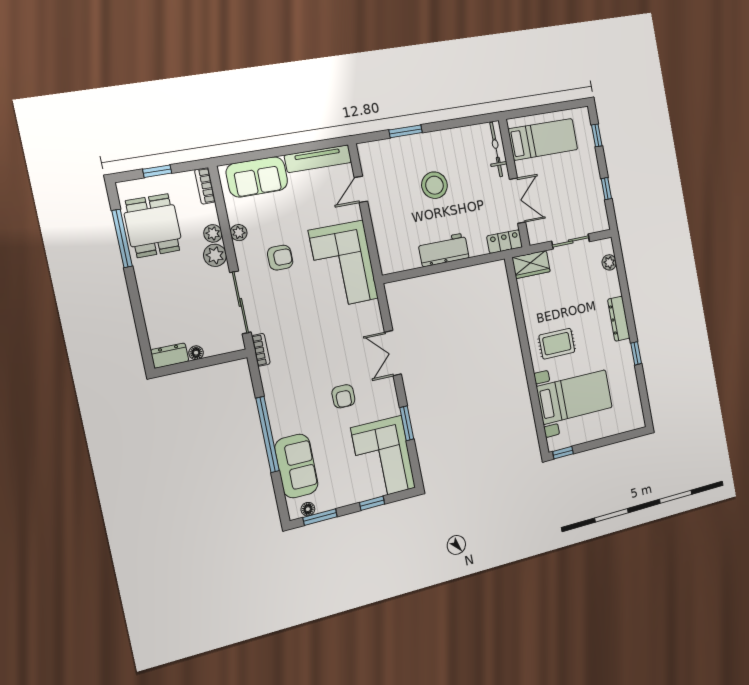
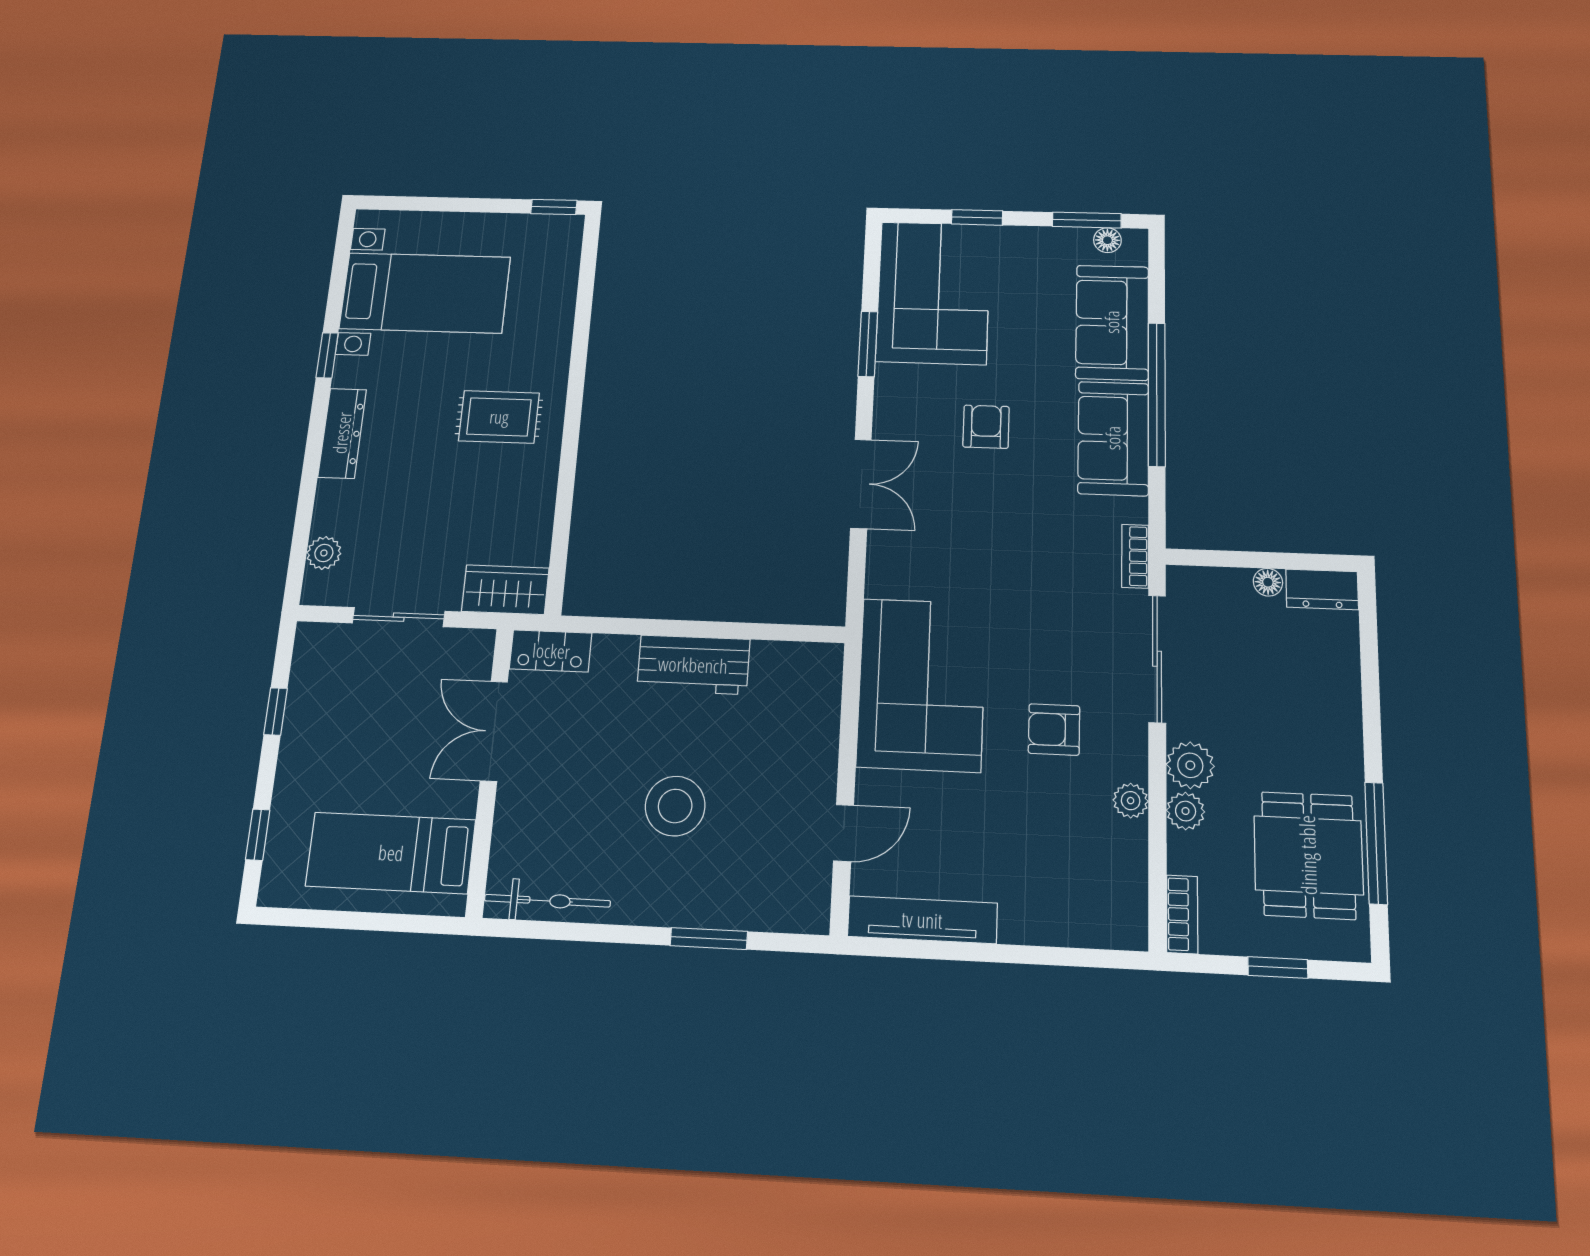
bicycle: (496, 150) -> (547, 901), moved, turned -90
sofa: (257, 177) -> (1113, 438), moved, turned -90
bed with nightstands: (575, 397) -> (425, 293), moved, turned 180

